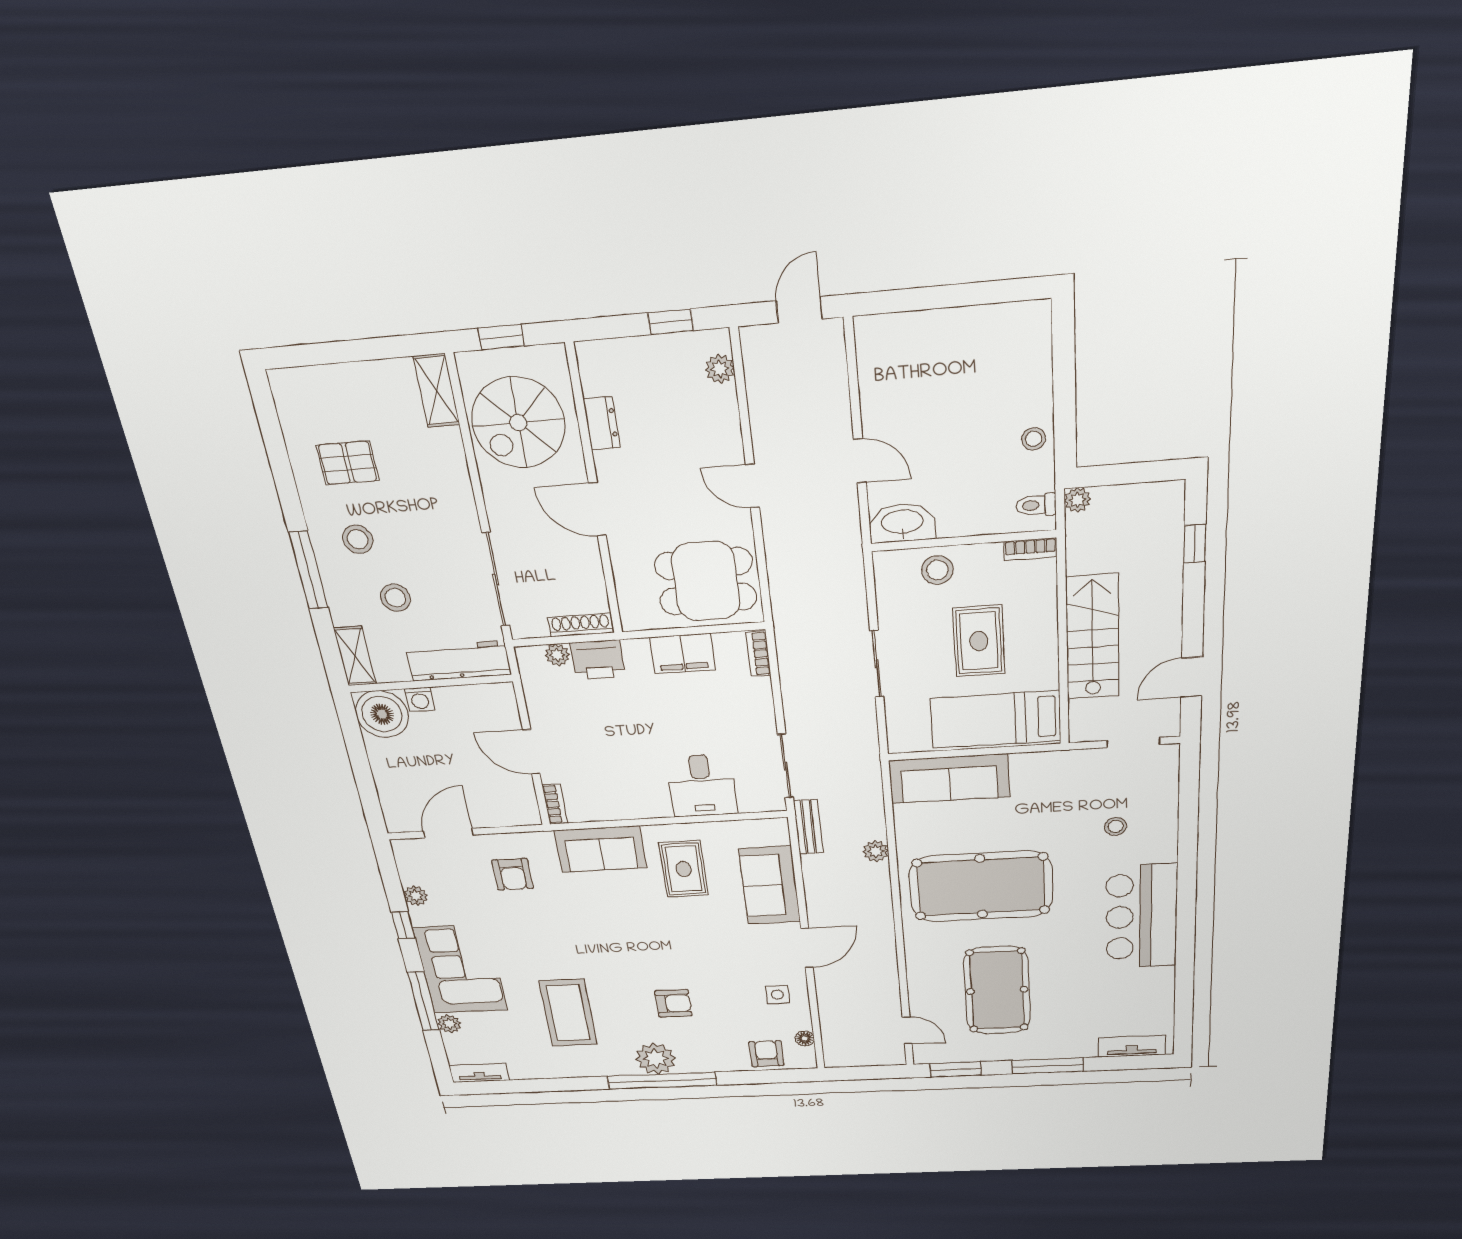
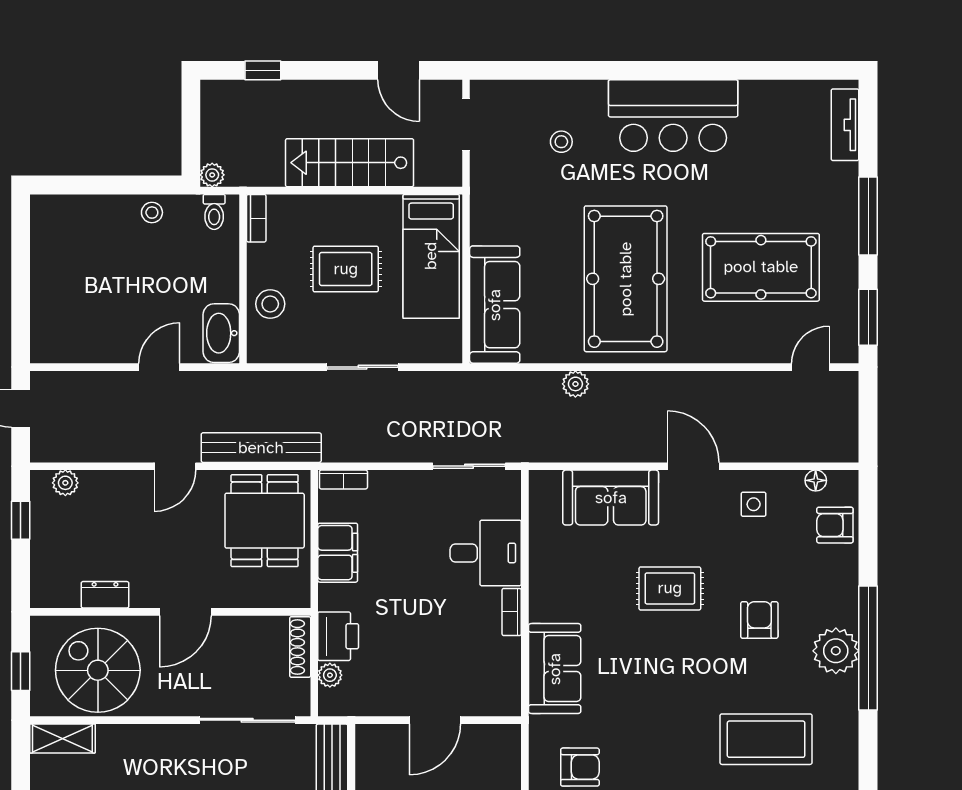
spiral stairs: (518, 423) -> (98, 670), turned 180
bookcase: (555, 804) -> (512, 612), moved, turned -90
bench: (808, 827) -> (261, 448), moved, width x1.86, depth x1.21
rug: (684, 869) -> (670, 588), moved

